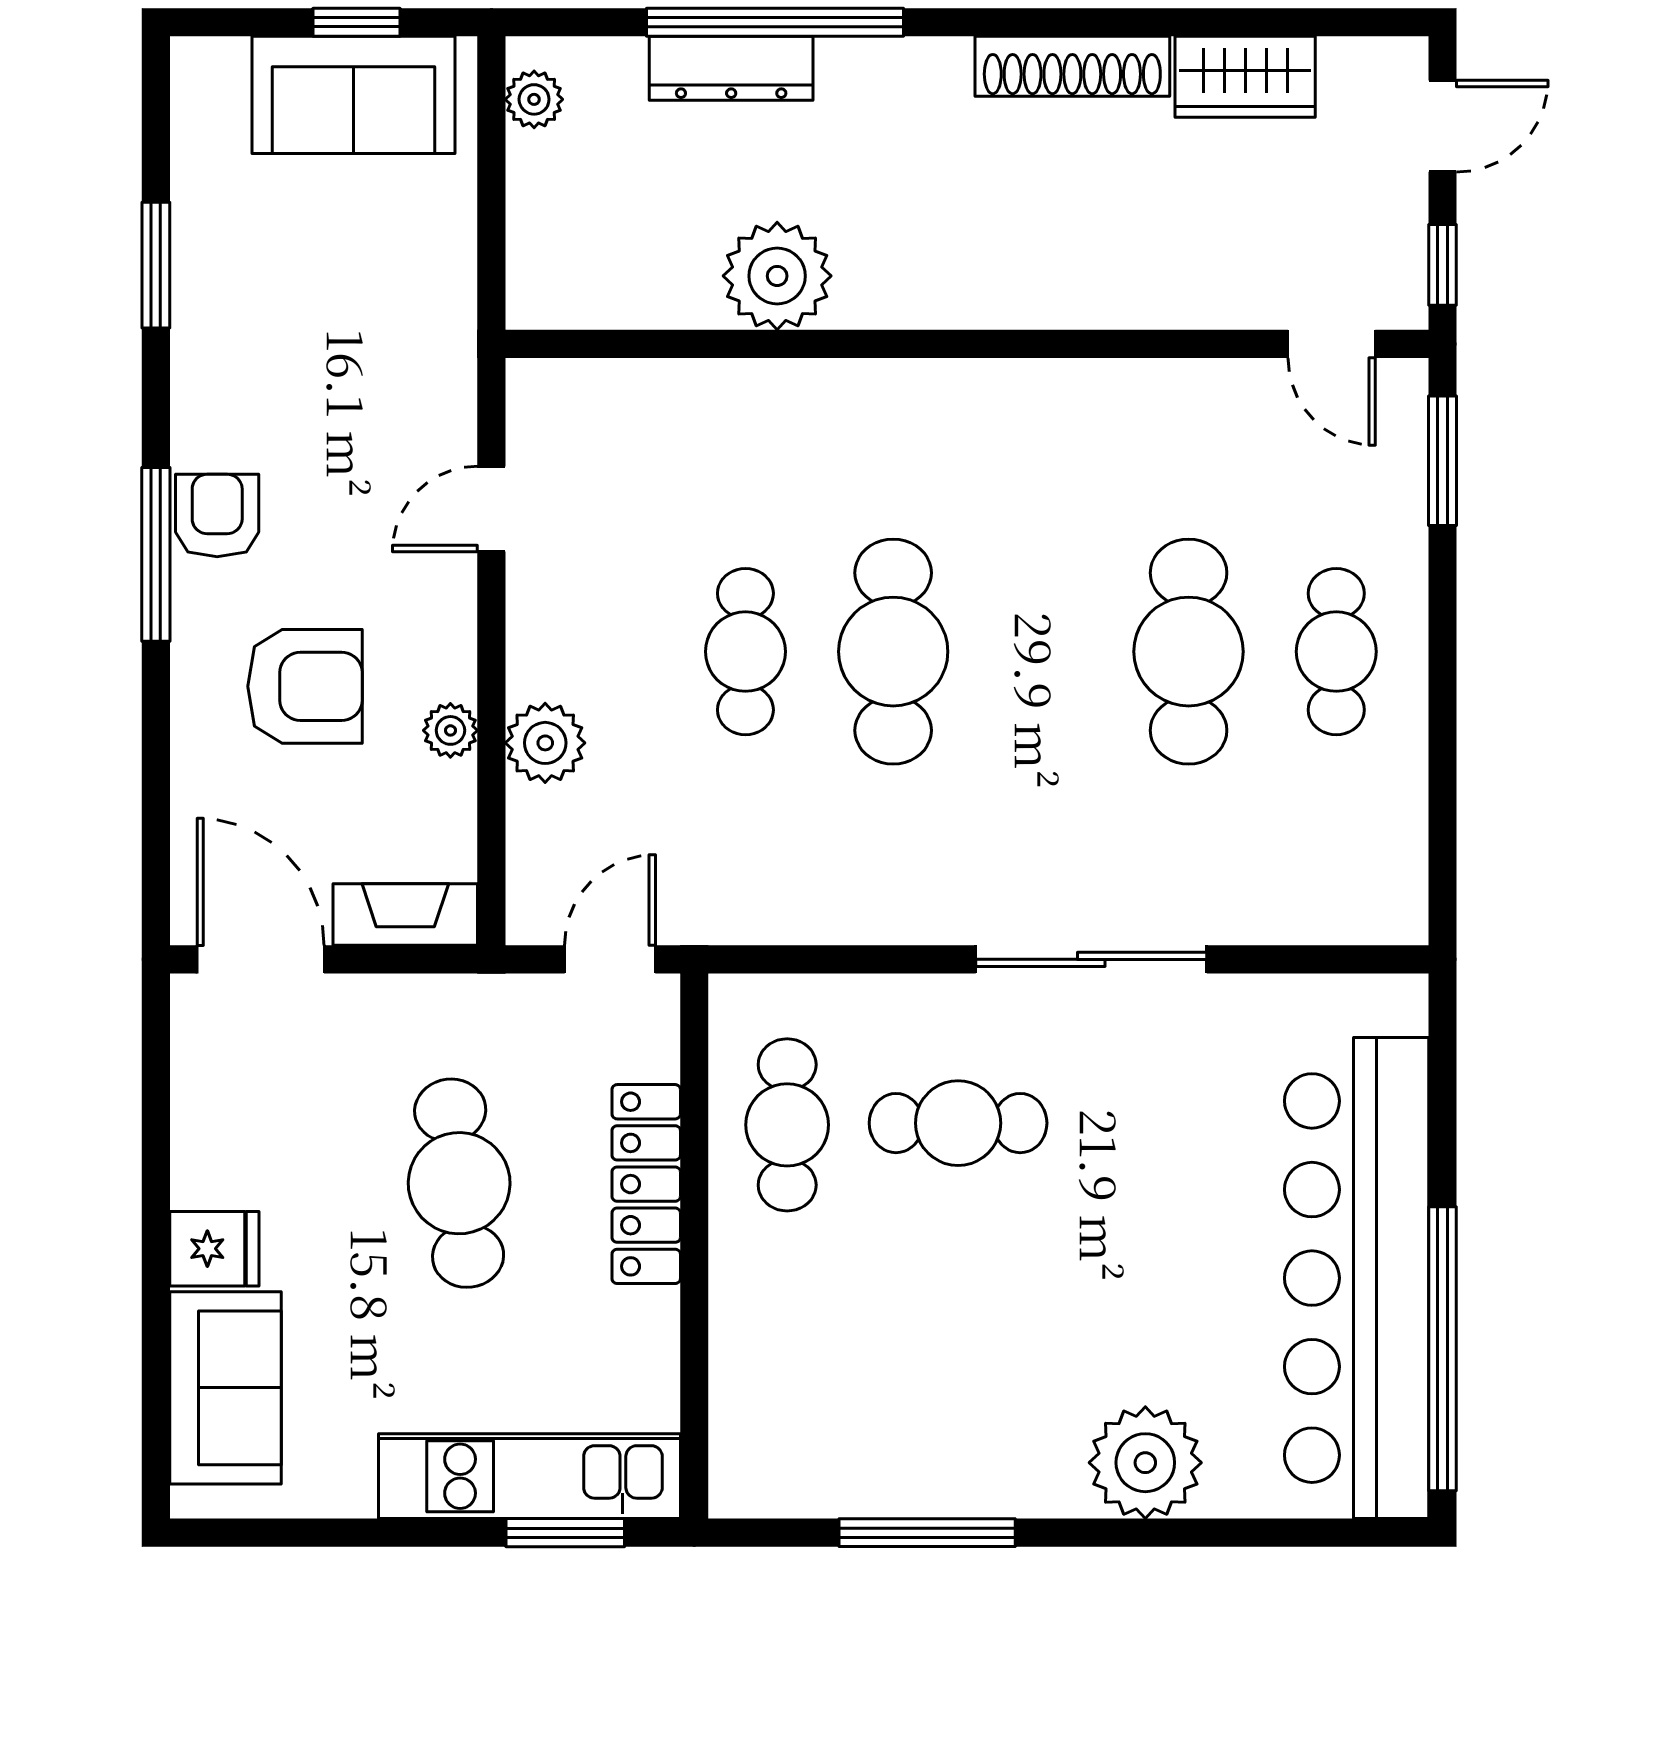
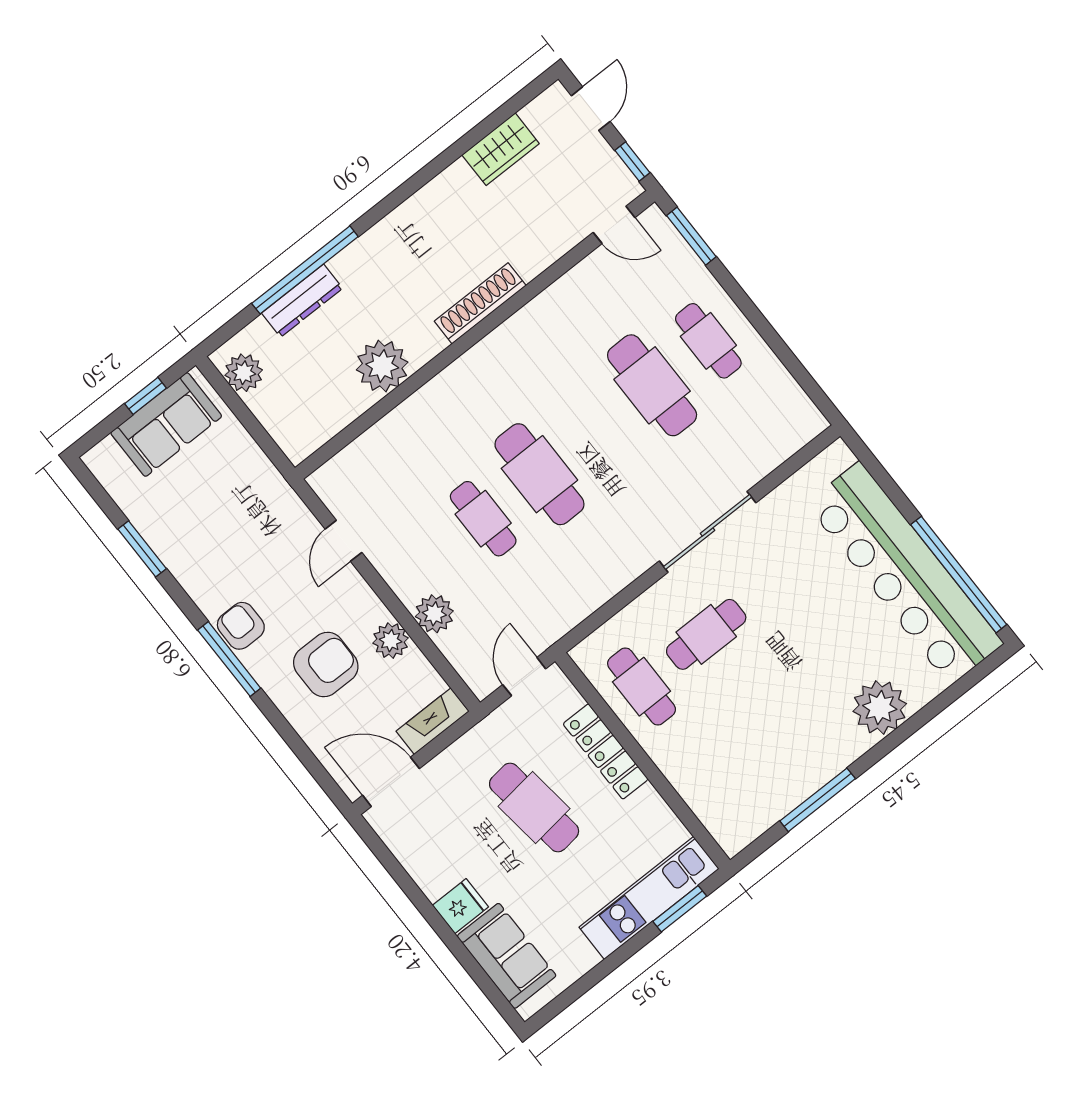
shoe rack: (1072, 66) -> (480, 303), moved, turned 180
plant: (534, 99) -> (244, 373), width x1.38, depth x1.38
plant: (450, 730) -> (391, 641), width x1.38, depth x1.38

